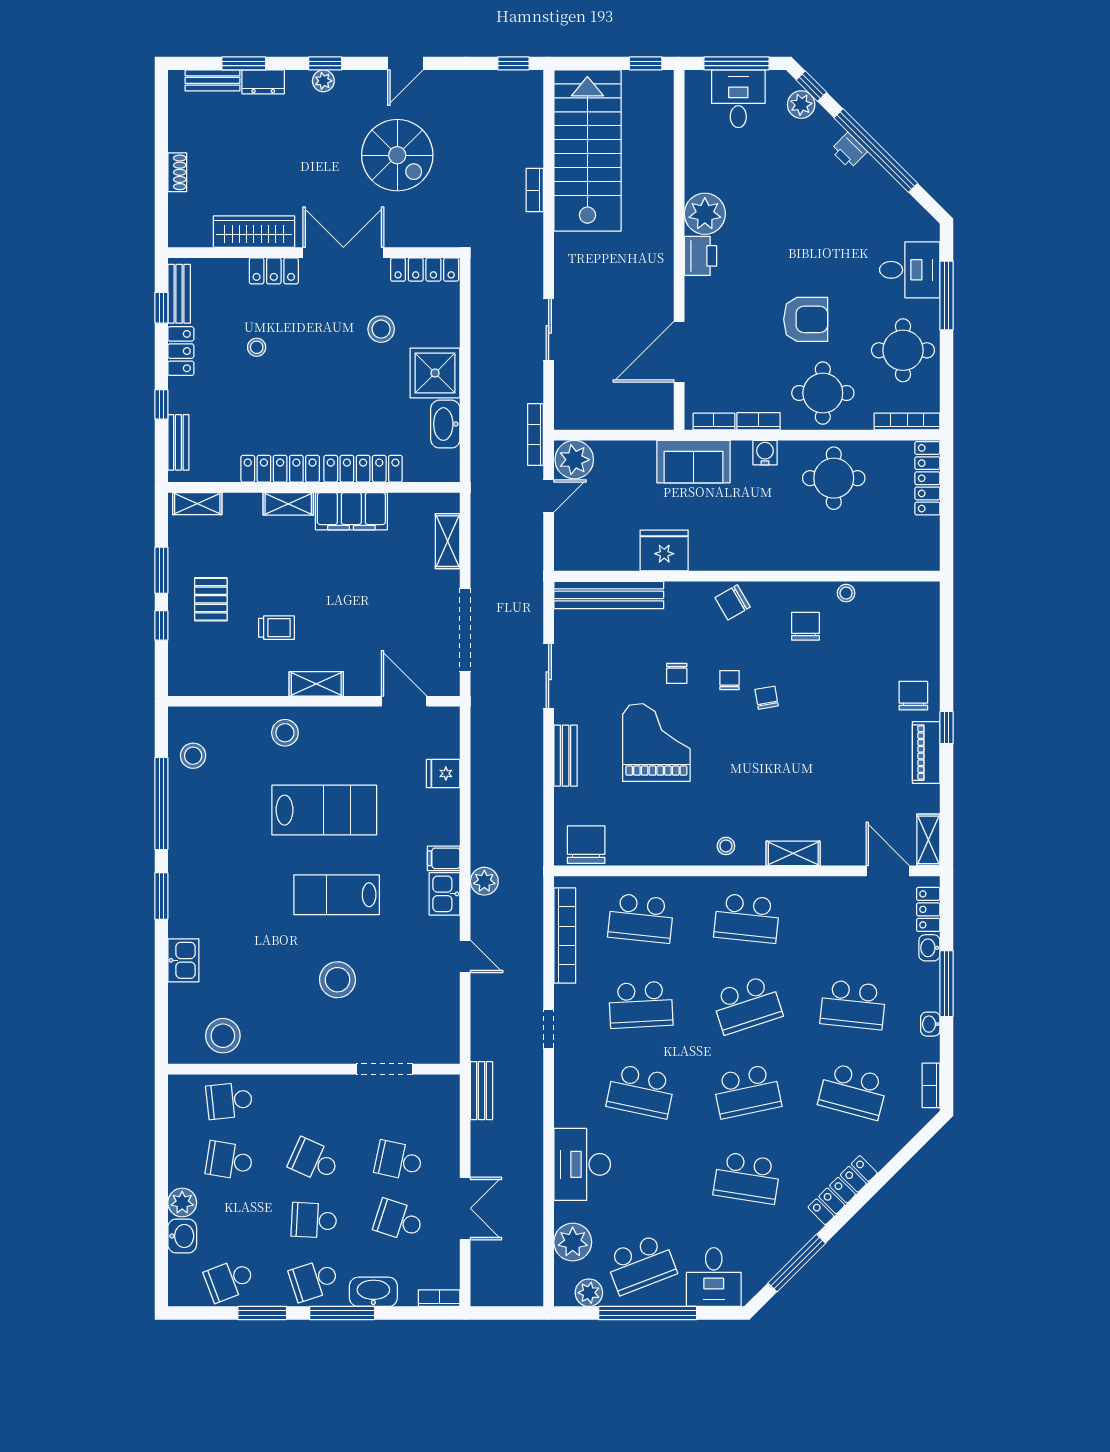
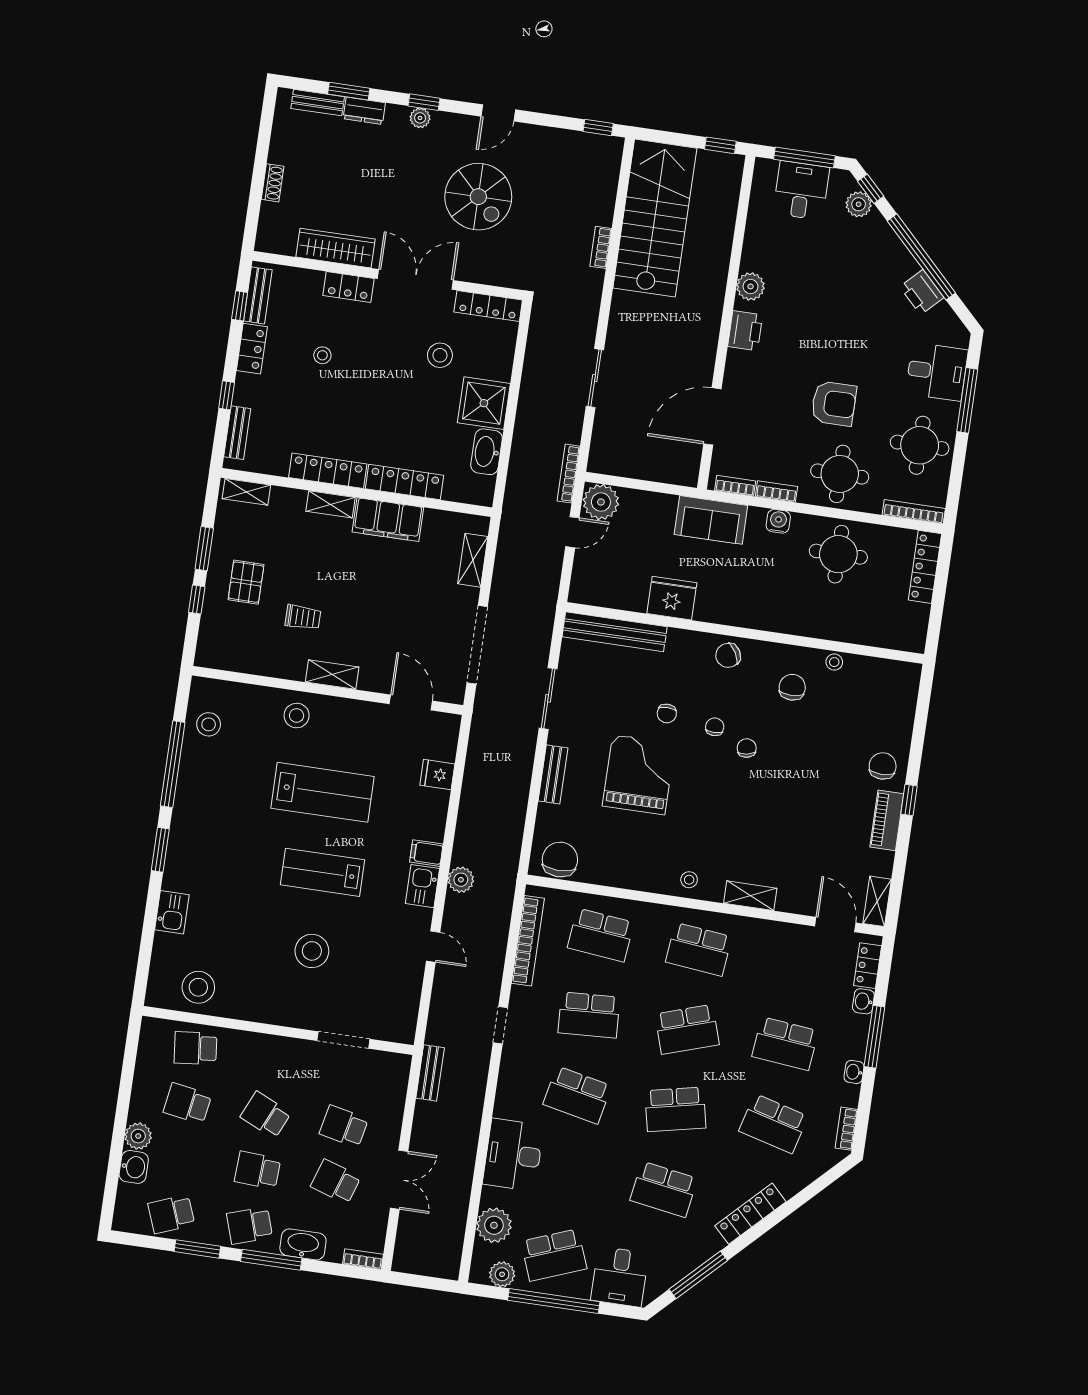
printer: (849, 151) -> (922, 292), moved, width x1.36, depth x1.24
plant: (705, 214) -> (751, 286), width x0.73, depth x0.73

